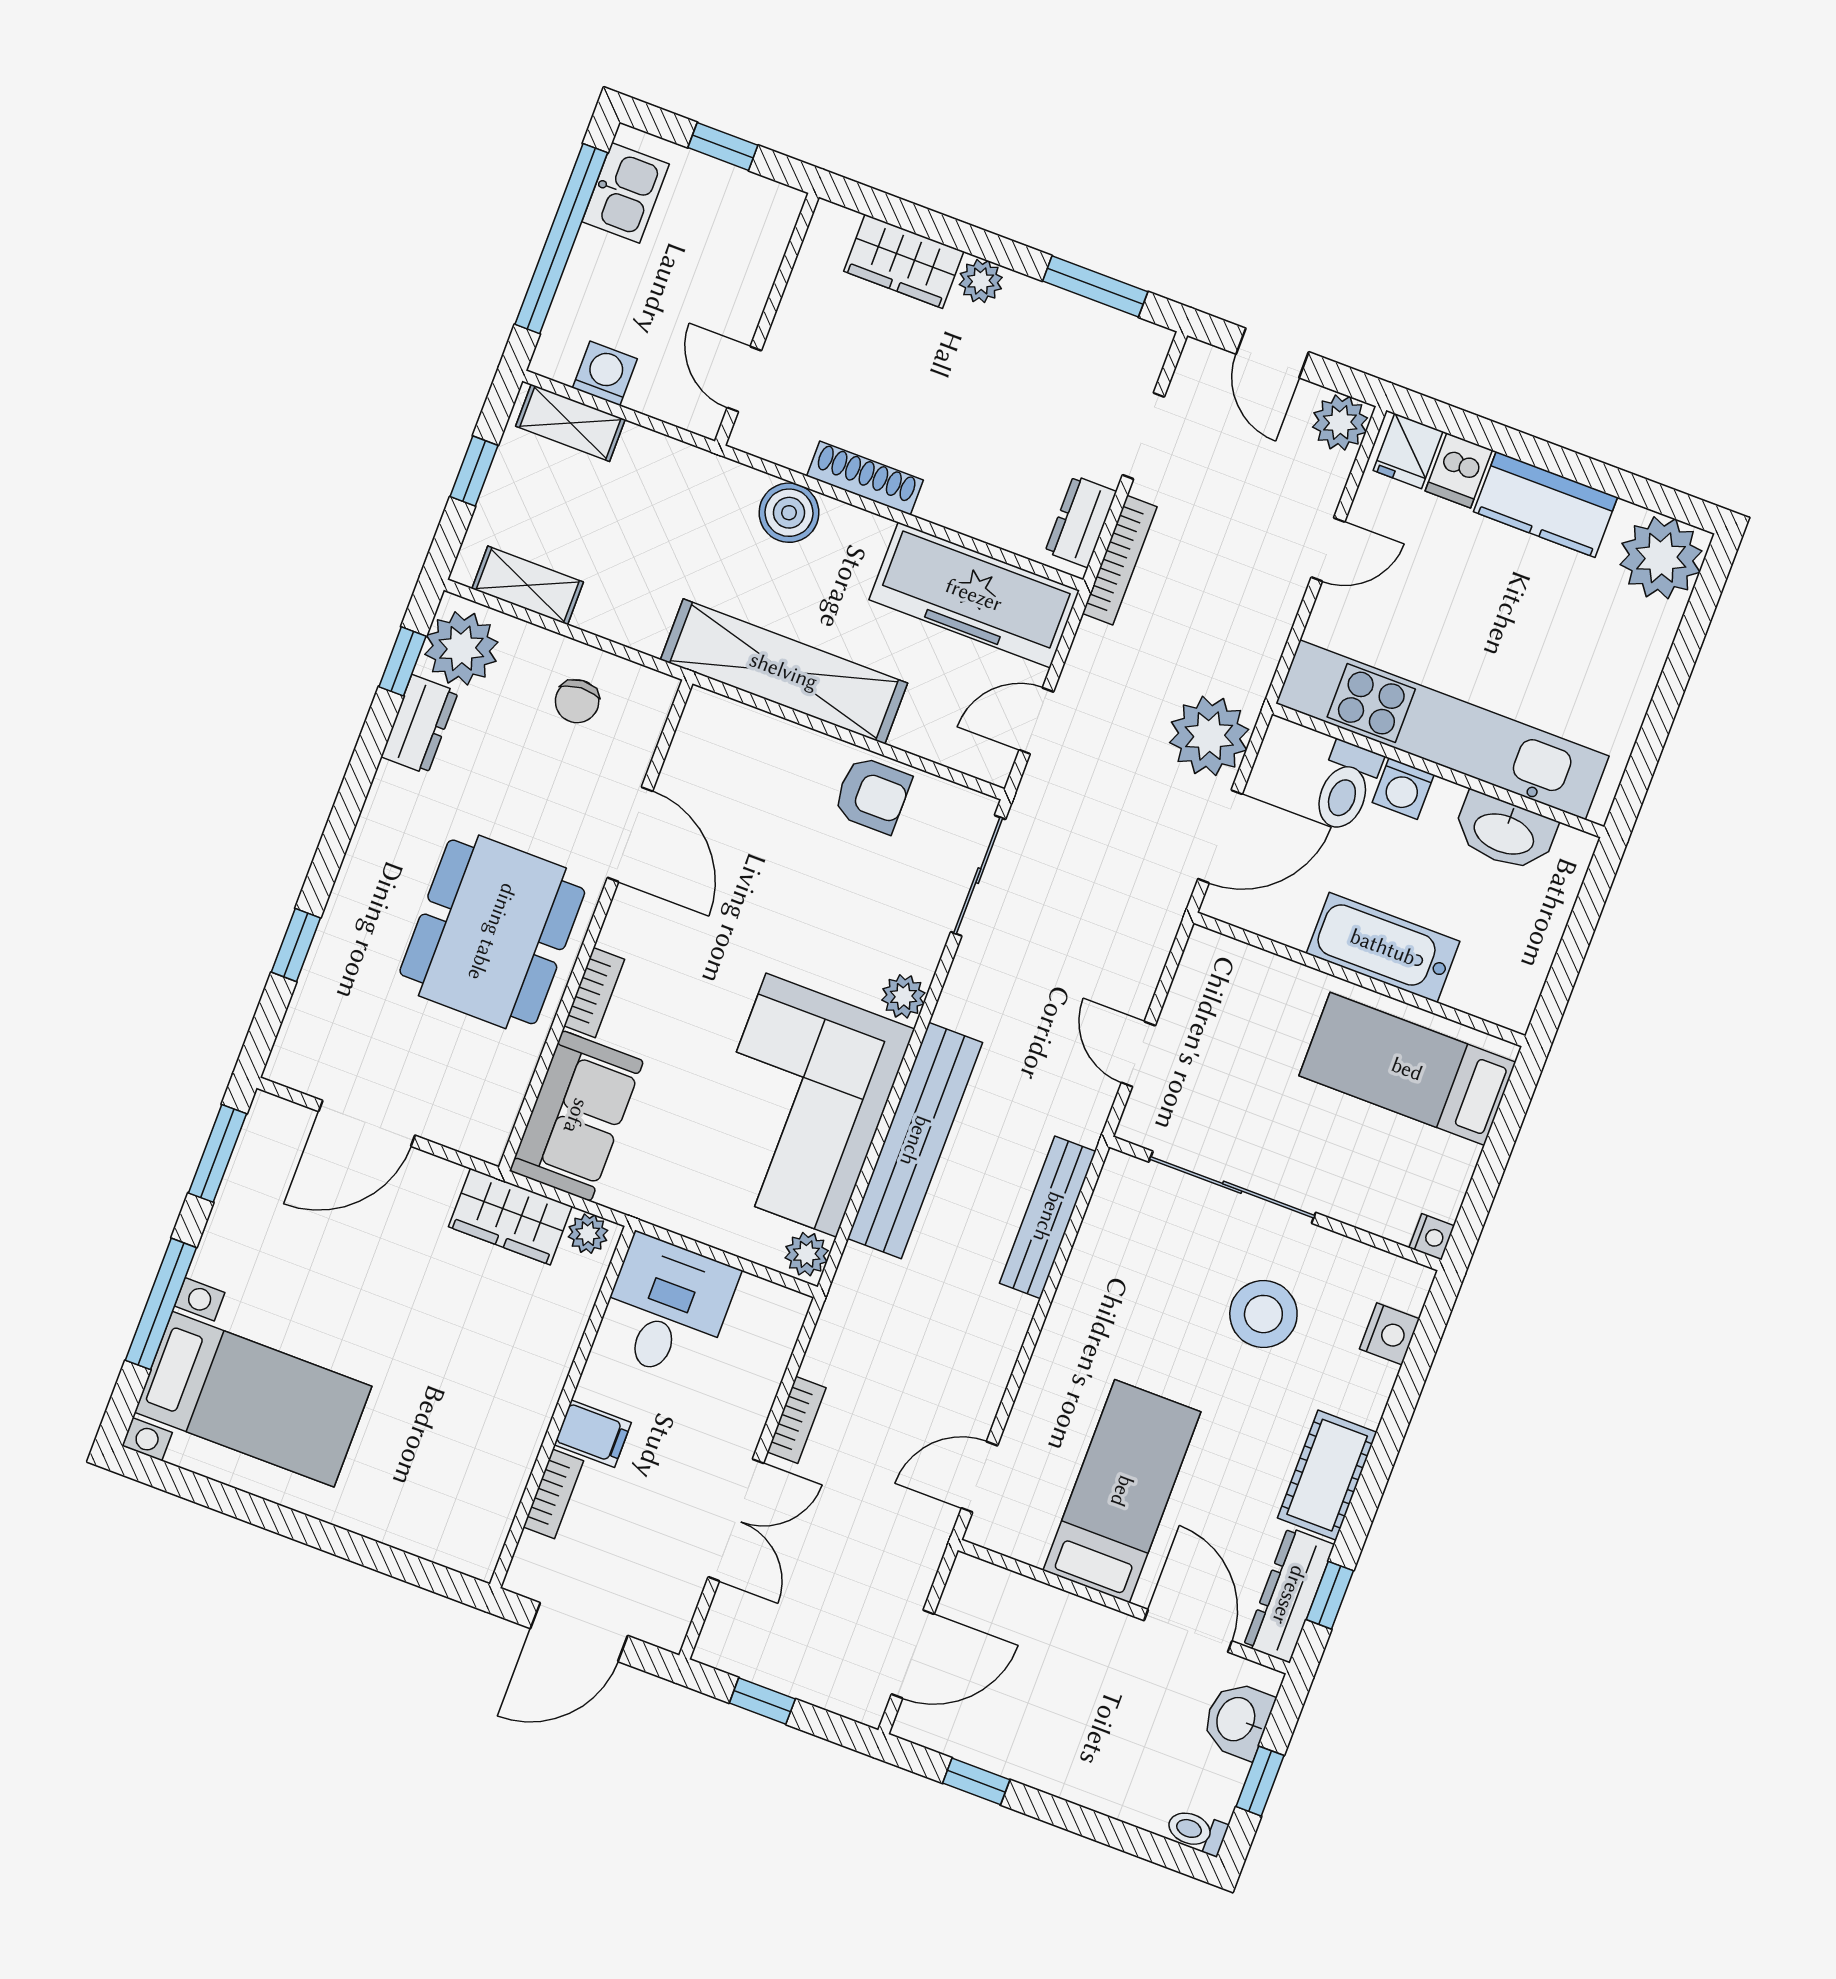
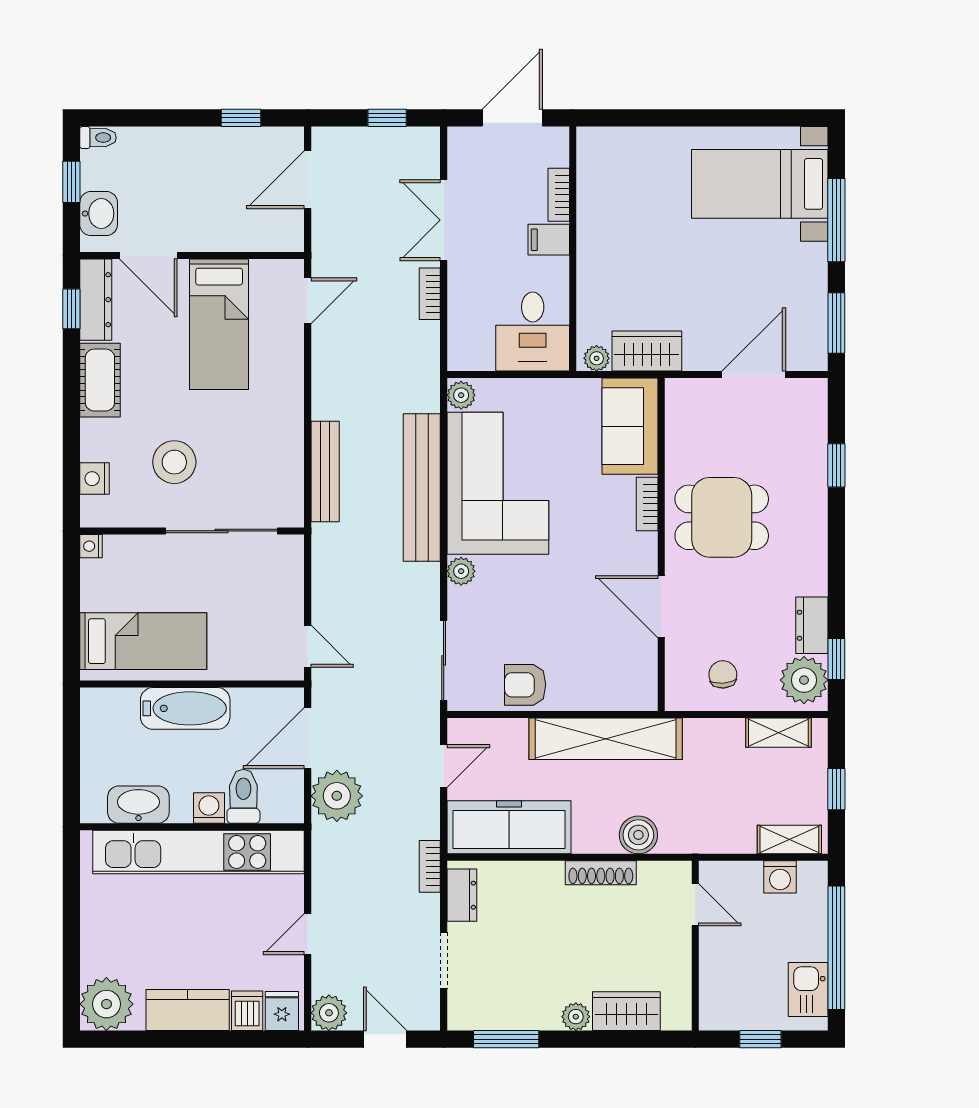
bookcase: (1120, 560) -> (430, 866), width x0.64
dining table: (492, 932) -> (722, 517), width x0.73
door: (1138, 1054) -> (308, 646), moved

